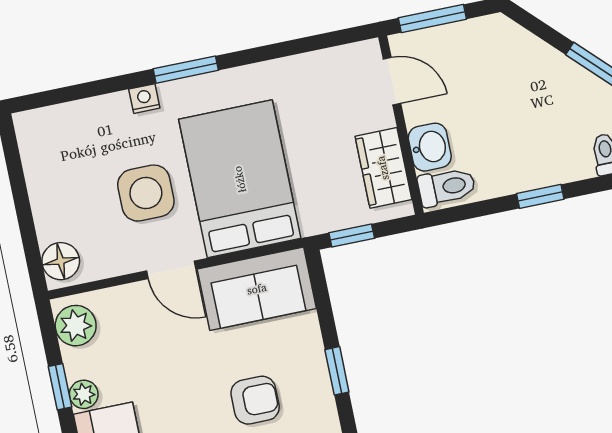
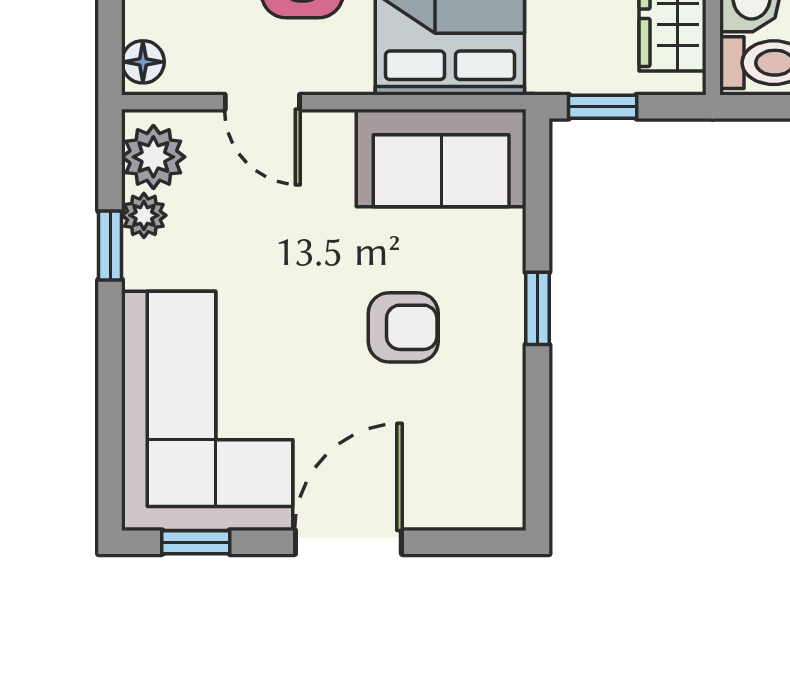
floor lamp: (61, 261) -> (143, 62), width x0.73, depth x0.73
door: (171, 270) -> (262, 102), moved
plant: (84, 394) -> (144, 215), moved

